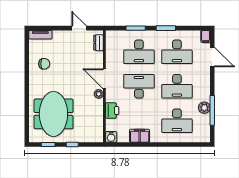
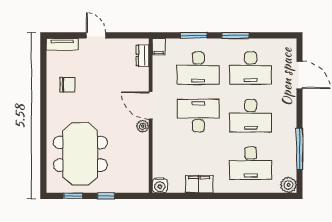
door: (79, 28) -> (96, 35), moved
filing cabinet: (206, 36) -> (159, 47), moved
plant: (204, 108) -> (288, 185), moved
printer: (112, 111) -> (161, 149), removed

